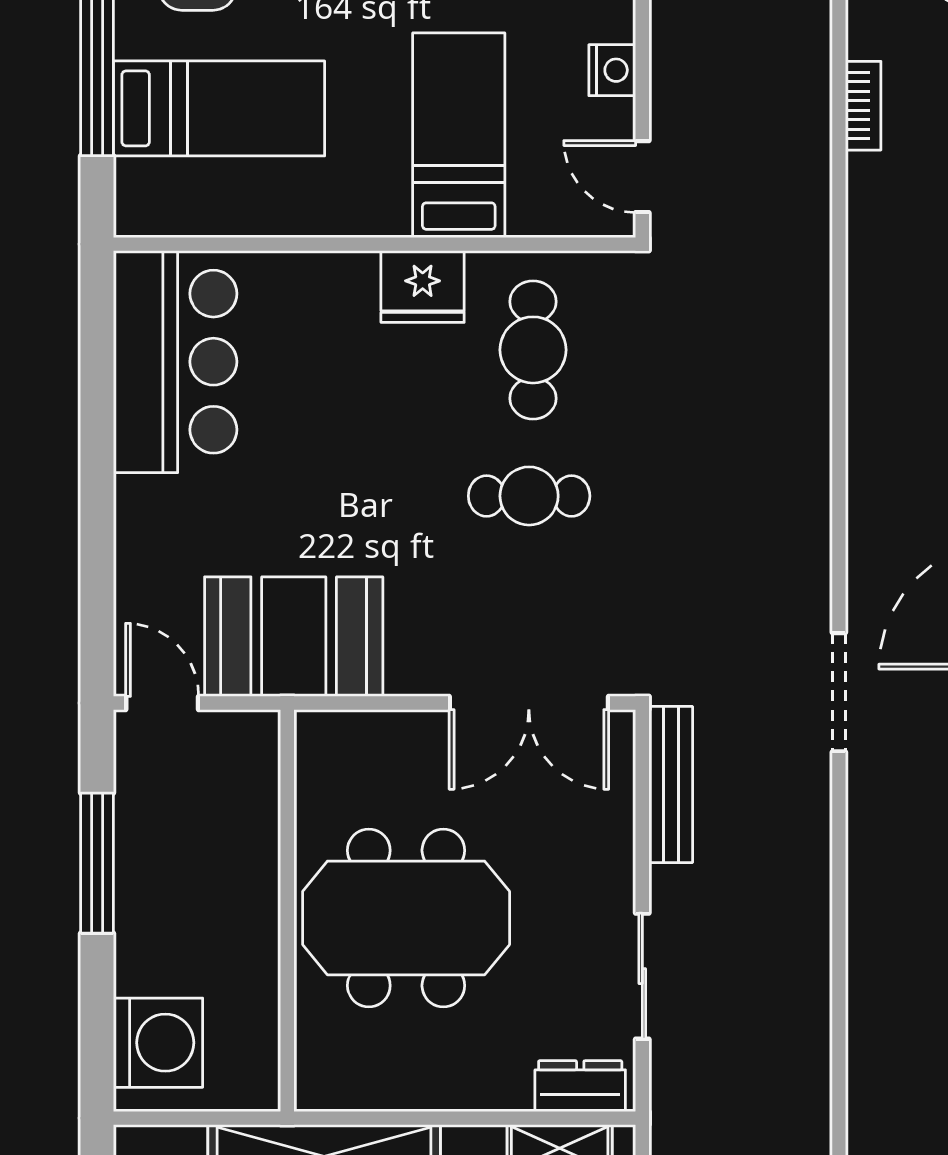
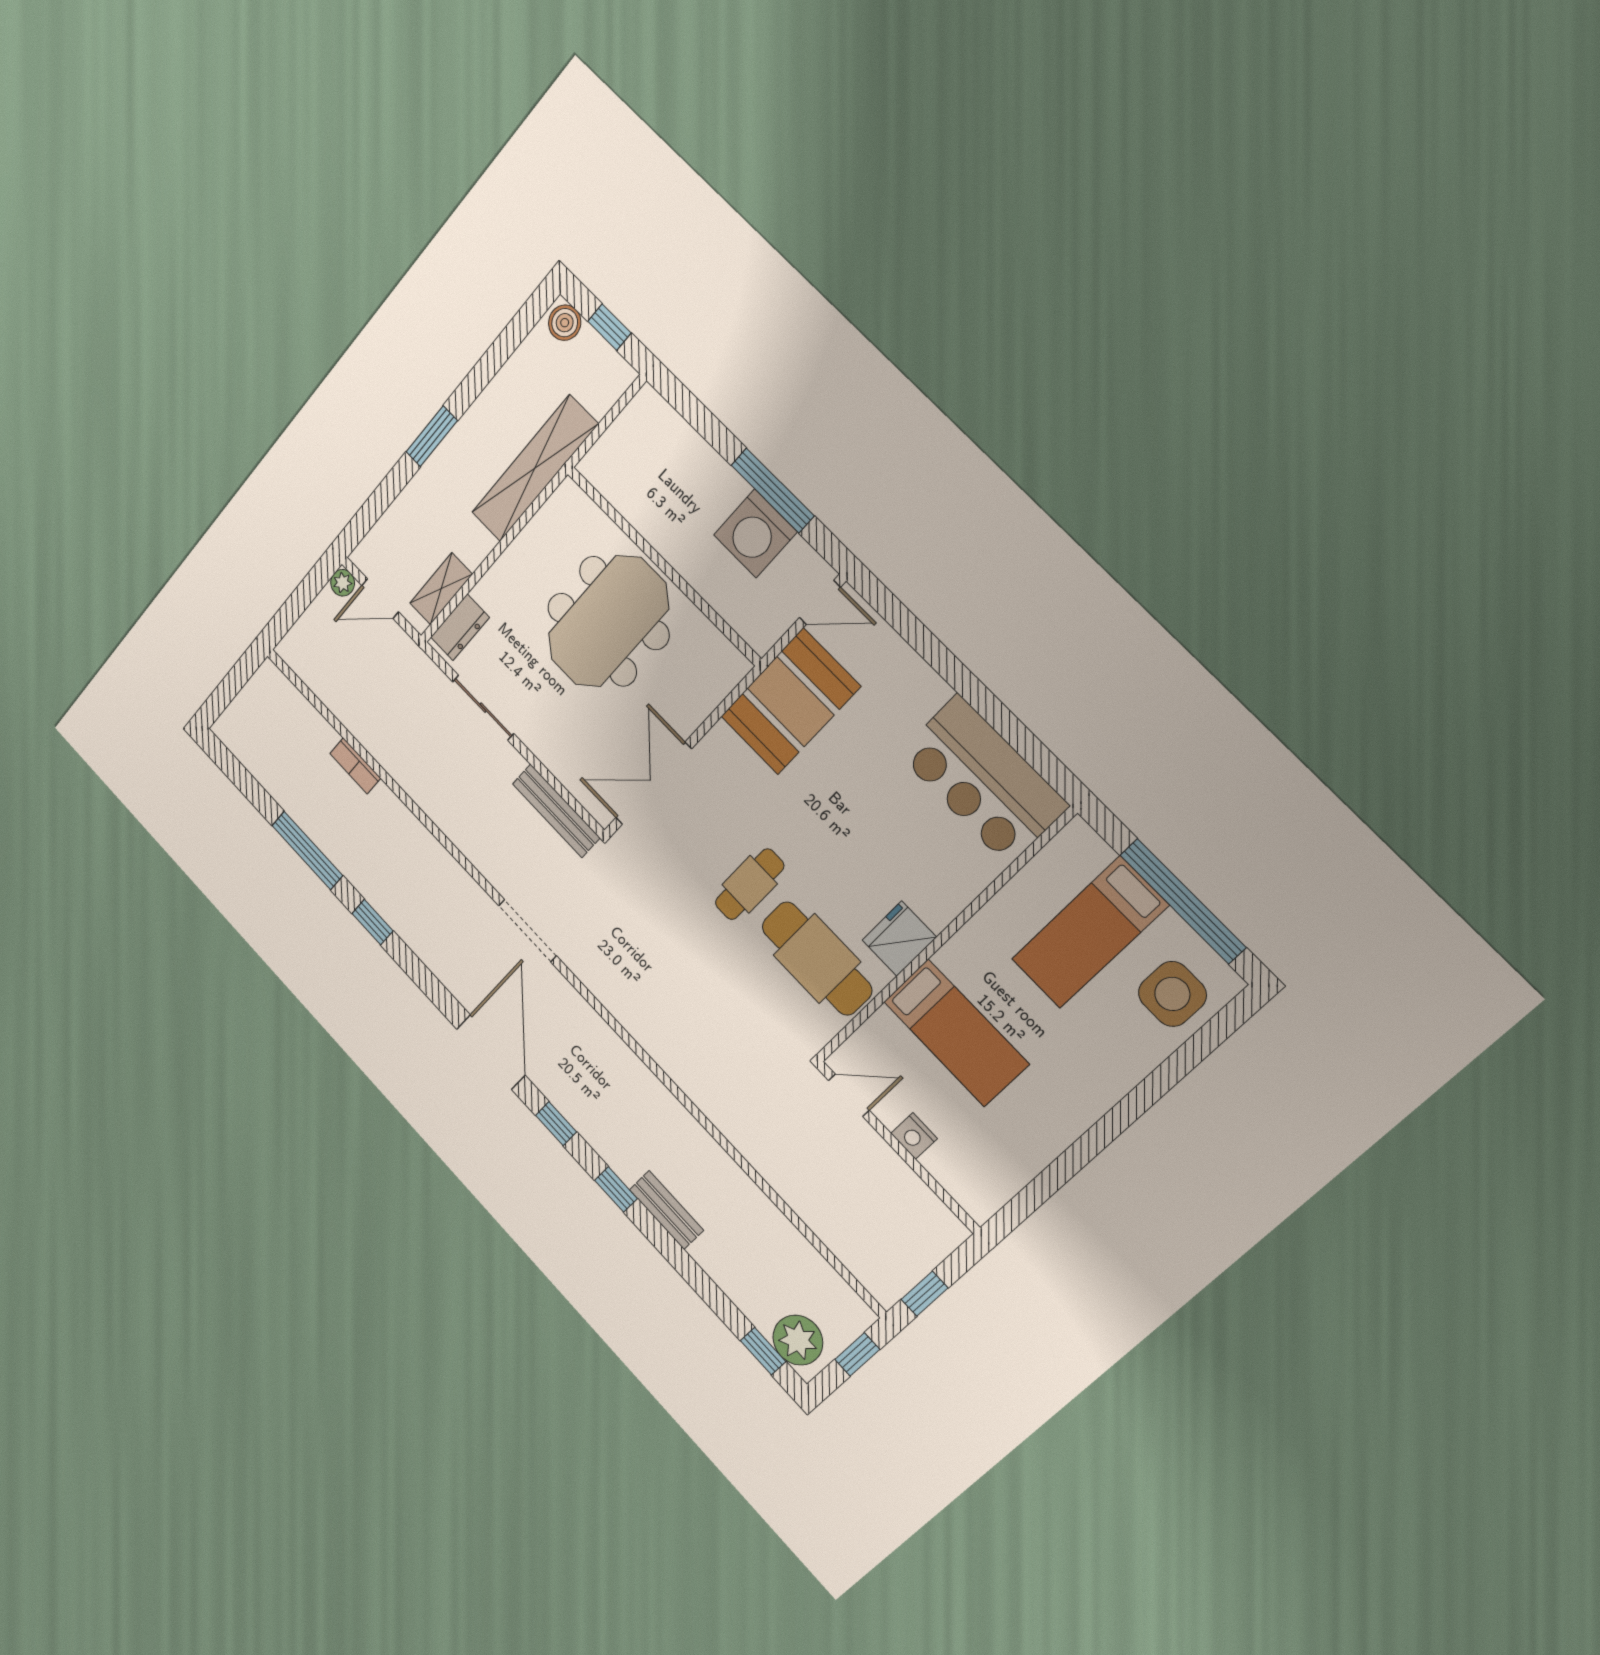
bookcase: (863, 106) -> (355, 766), moved
cafe table: (533, 350) -> (817, 958), width x1.37, depth x1.35
washing machine: (158, 1043) -> (755, 533), moved

